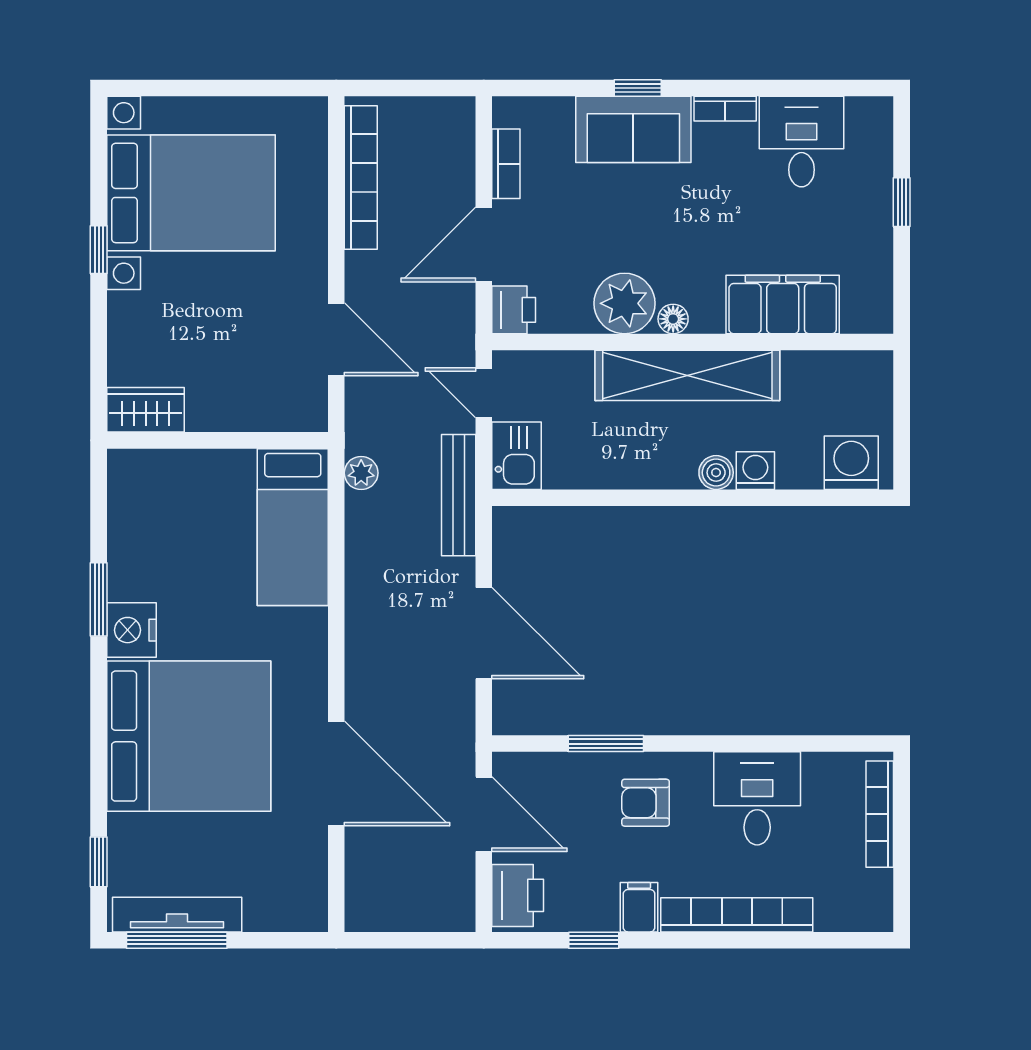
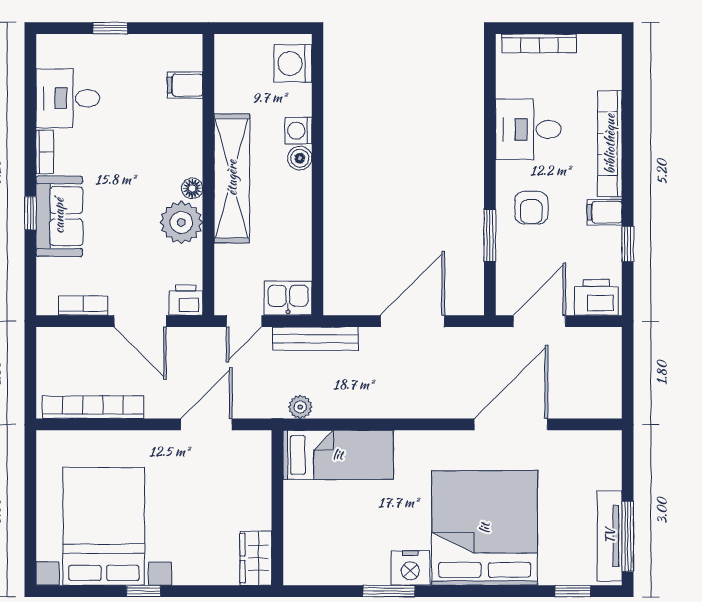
filing cabinet: (783, 305) -> (185, 85), width x0.33, depth x0.86

